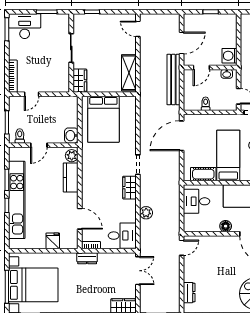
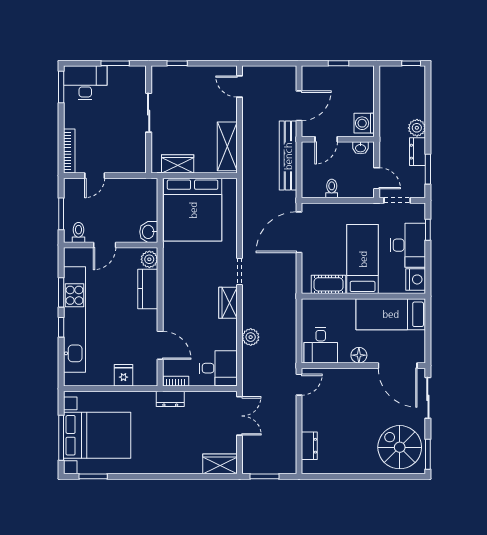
wardrobe: (80, 81) -> (178, 164), moved, turned -90
bed: (103, 119) -> (193, 210), width x1.36
desk: (196, 201) -> (321, 345), moved, turned -90

